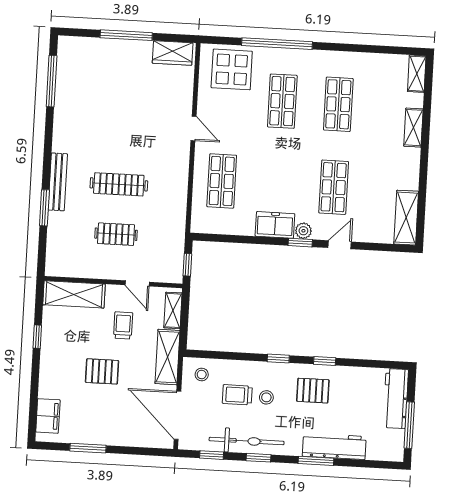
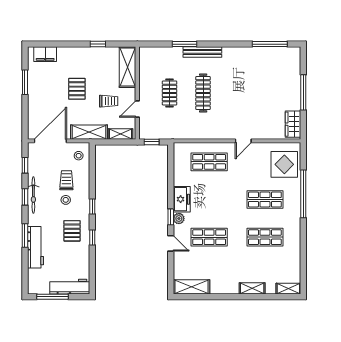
bicycle: (247, 441) -> (33, 195), width x0.73, depth x0.71

